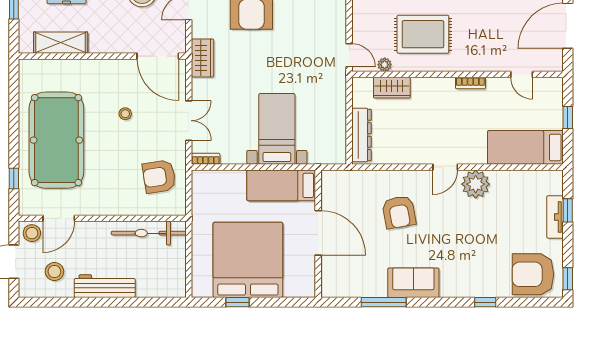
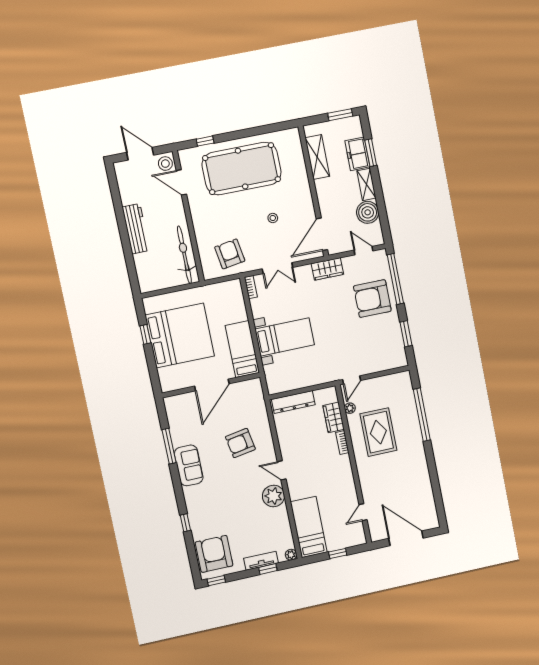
bookcase: (470, 83) -> (342, 443), moved
plant: (556, 177) -> (291, 555), added
stool: (54, 271) -> (139, 187), removed

